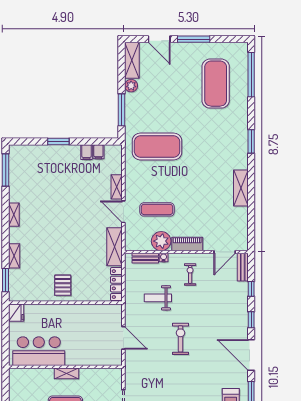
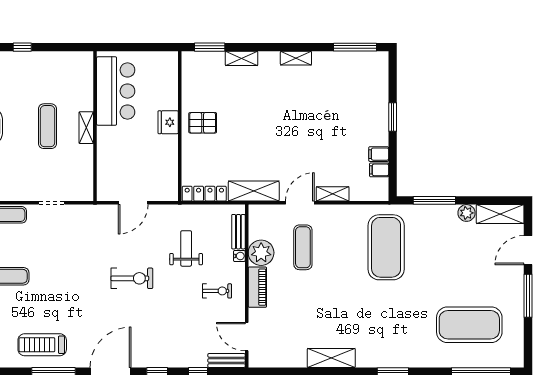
fridge: (16, 313) -> (168, 122), moved, turned 90

